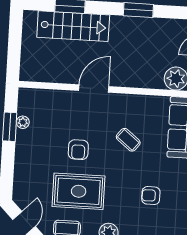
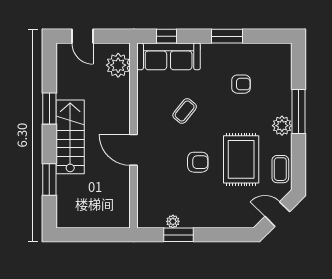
stairs: (73, 26) -> (70, 137), moved
armchair: (151, 196) -> (241, 84), turned -90

